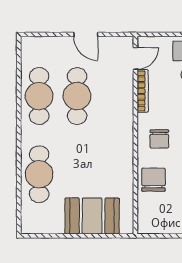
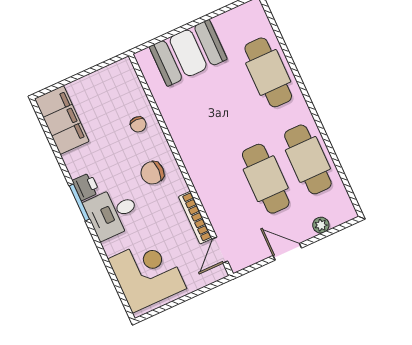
plant: (52, 43) -> (321, 225), added
chair: (159, 139) -> (152, 173), turned -90
chair: (154, 180) -> (138, 124), width x0.54, depth x0.54

